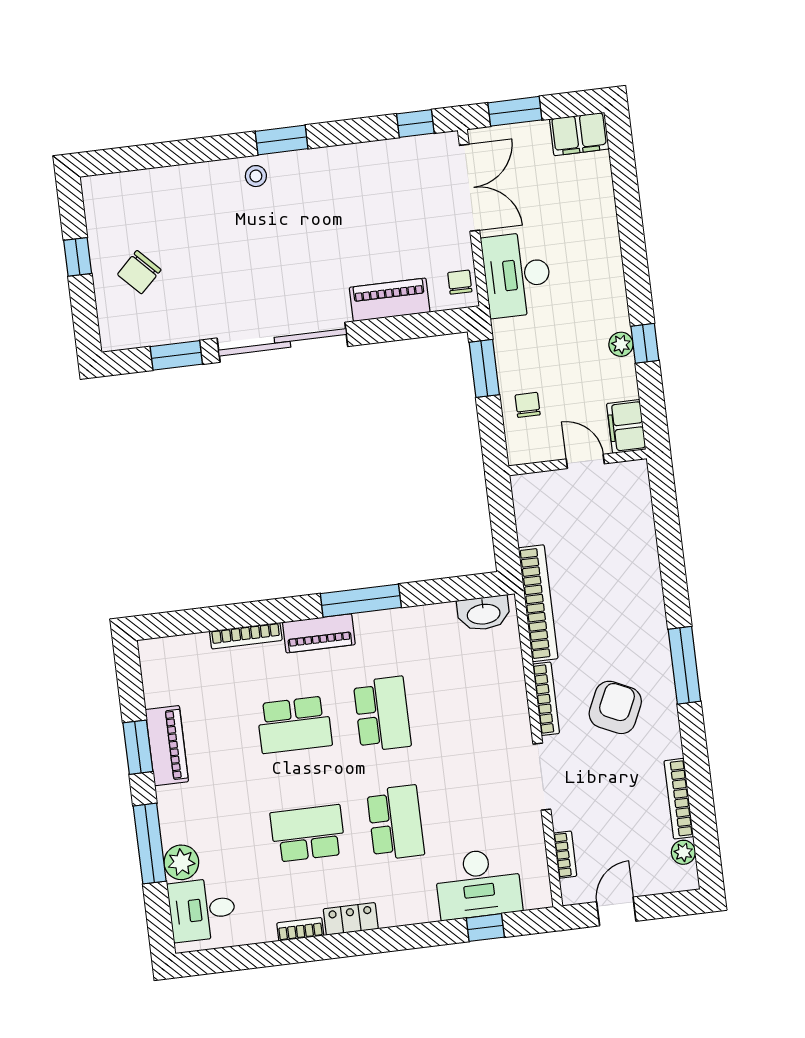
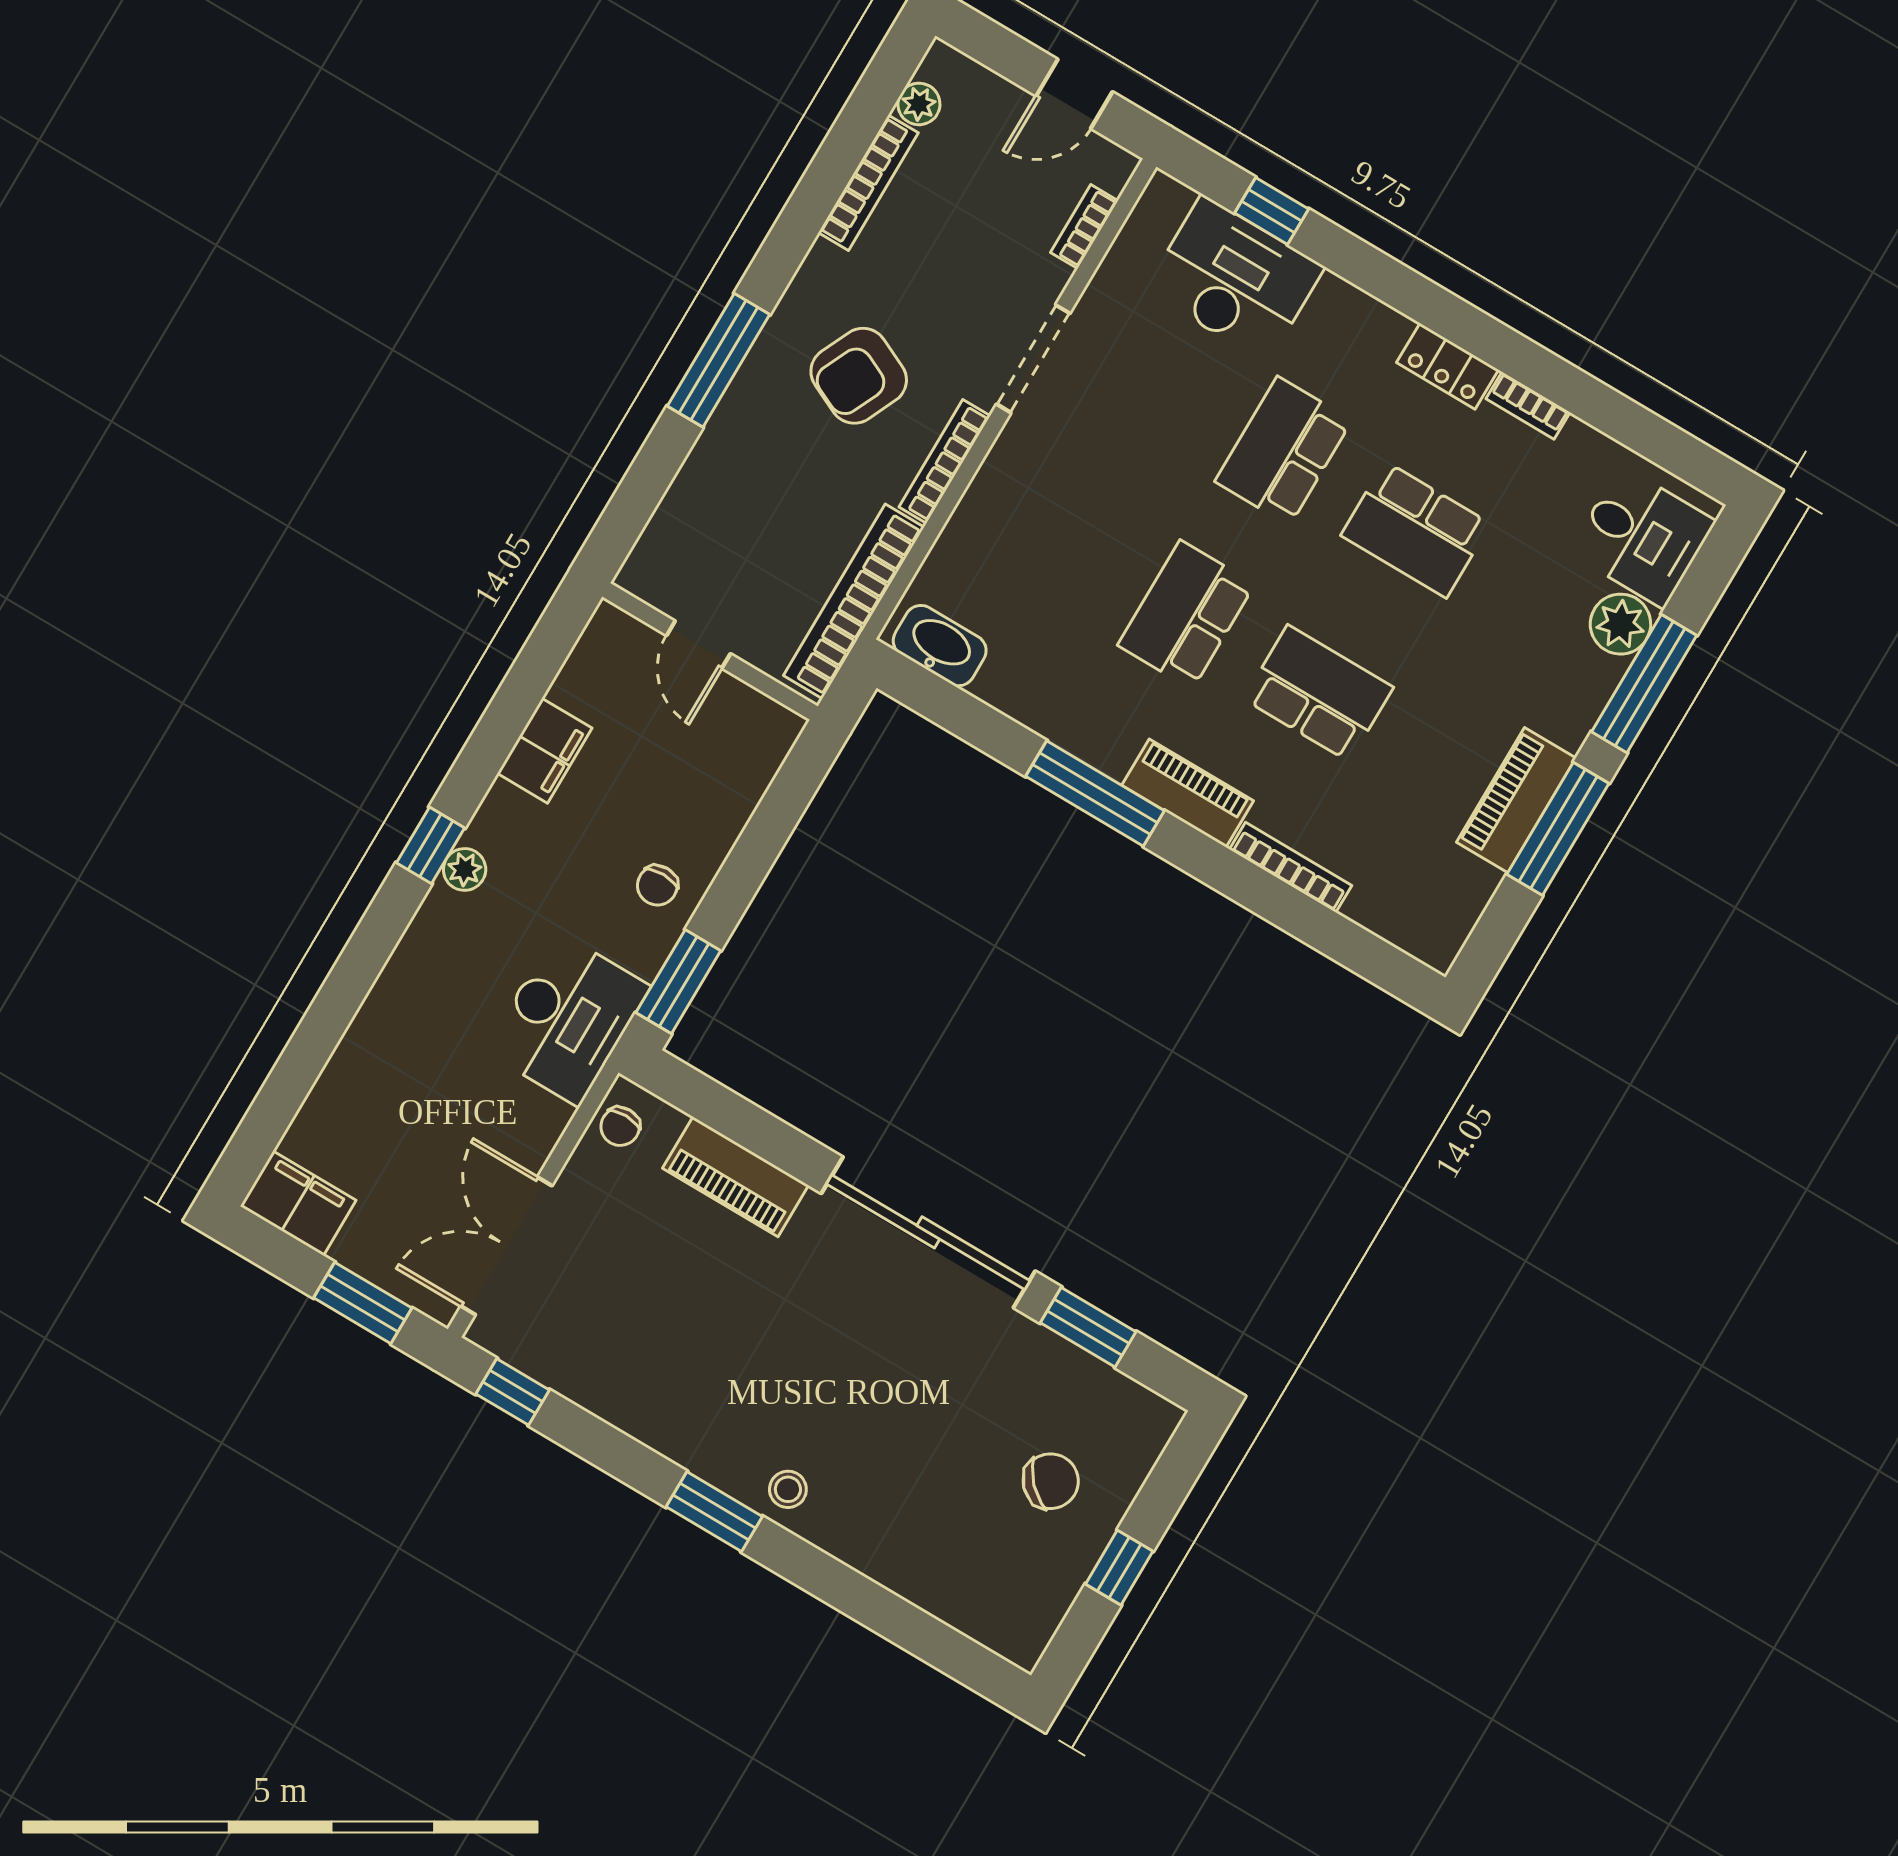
desk: (517, 275) -> (567, 1019), moved
door: (585, 461) -> (698, 645), moved
wall: (578, 462) -> (710, 651), moved
window: (138, 747) -> (1558, 829), width x1.44

